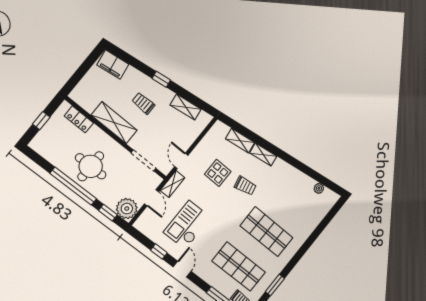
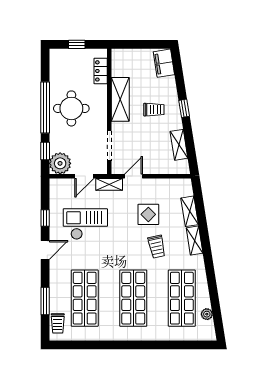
trolley: (143, 103) -> (154, 110), turned 90
shop shelf: (294, 197) -> (182, 298), added
window: (275, 285) -> (93, 345), removed

